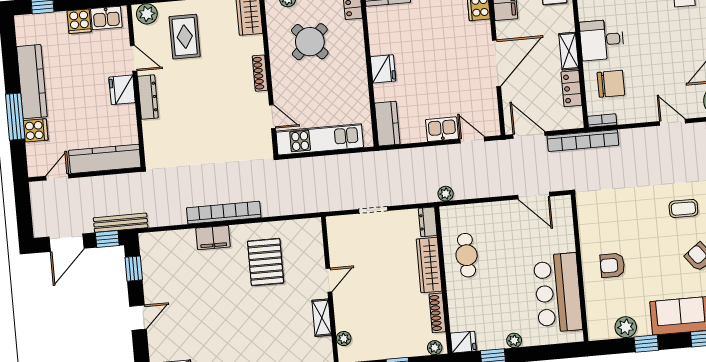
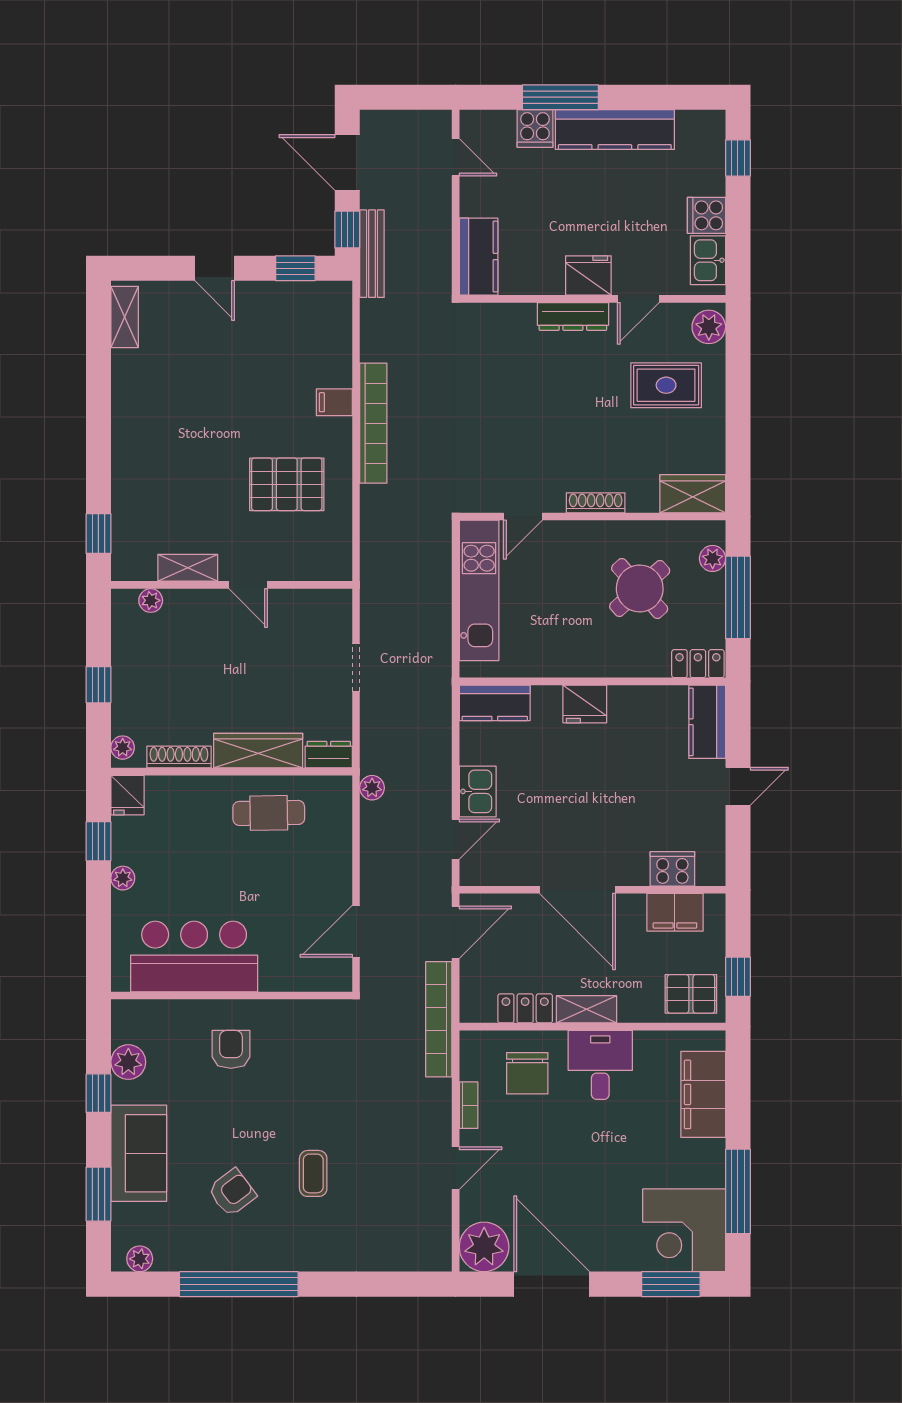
bookcase: (602, 121) -> (469, 1105), moved
kitchen counter: (105, 159) -> (479, 257), width x0.67
filing cabinet: (213, 238) -> (334, 402), width x0.50

